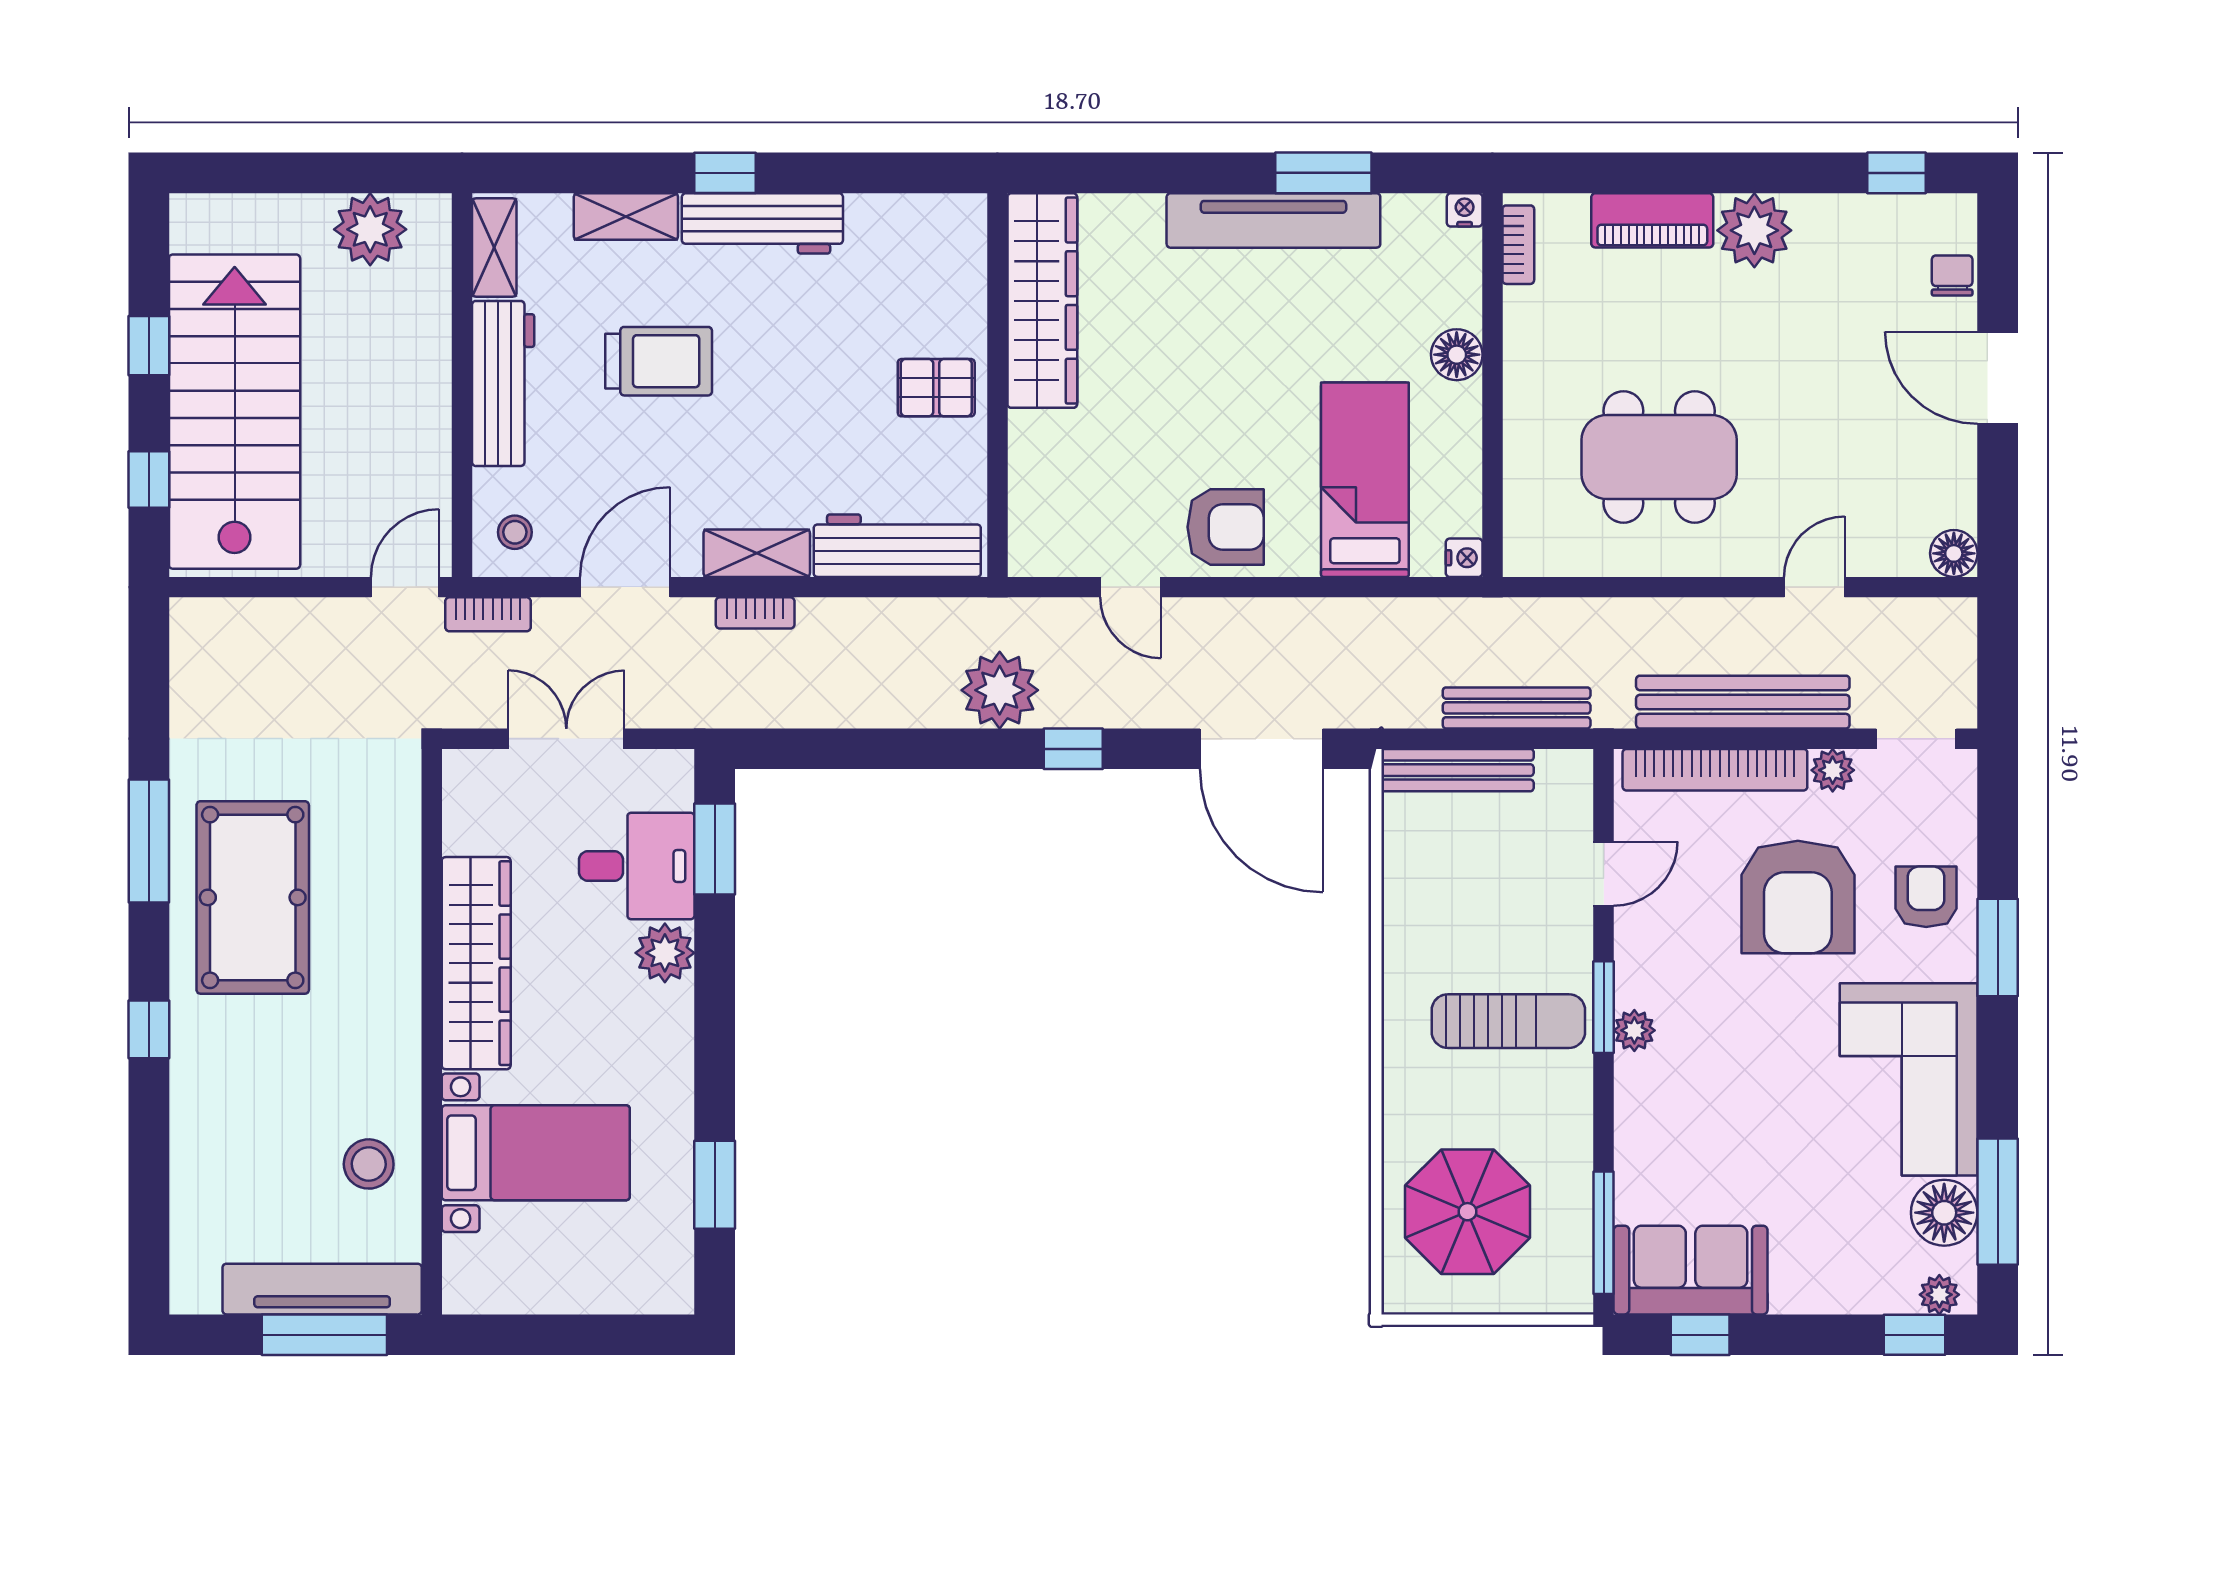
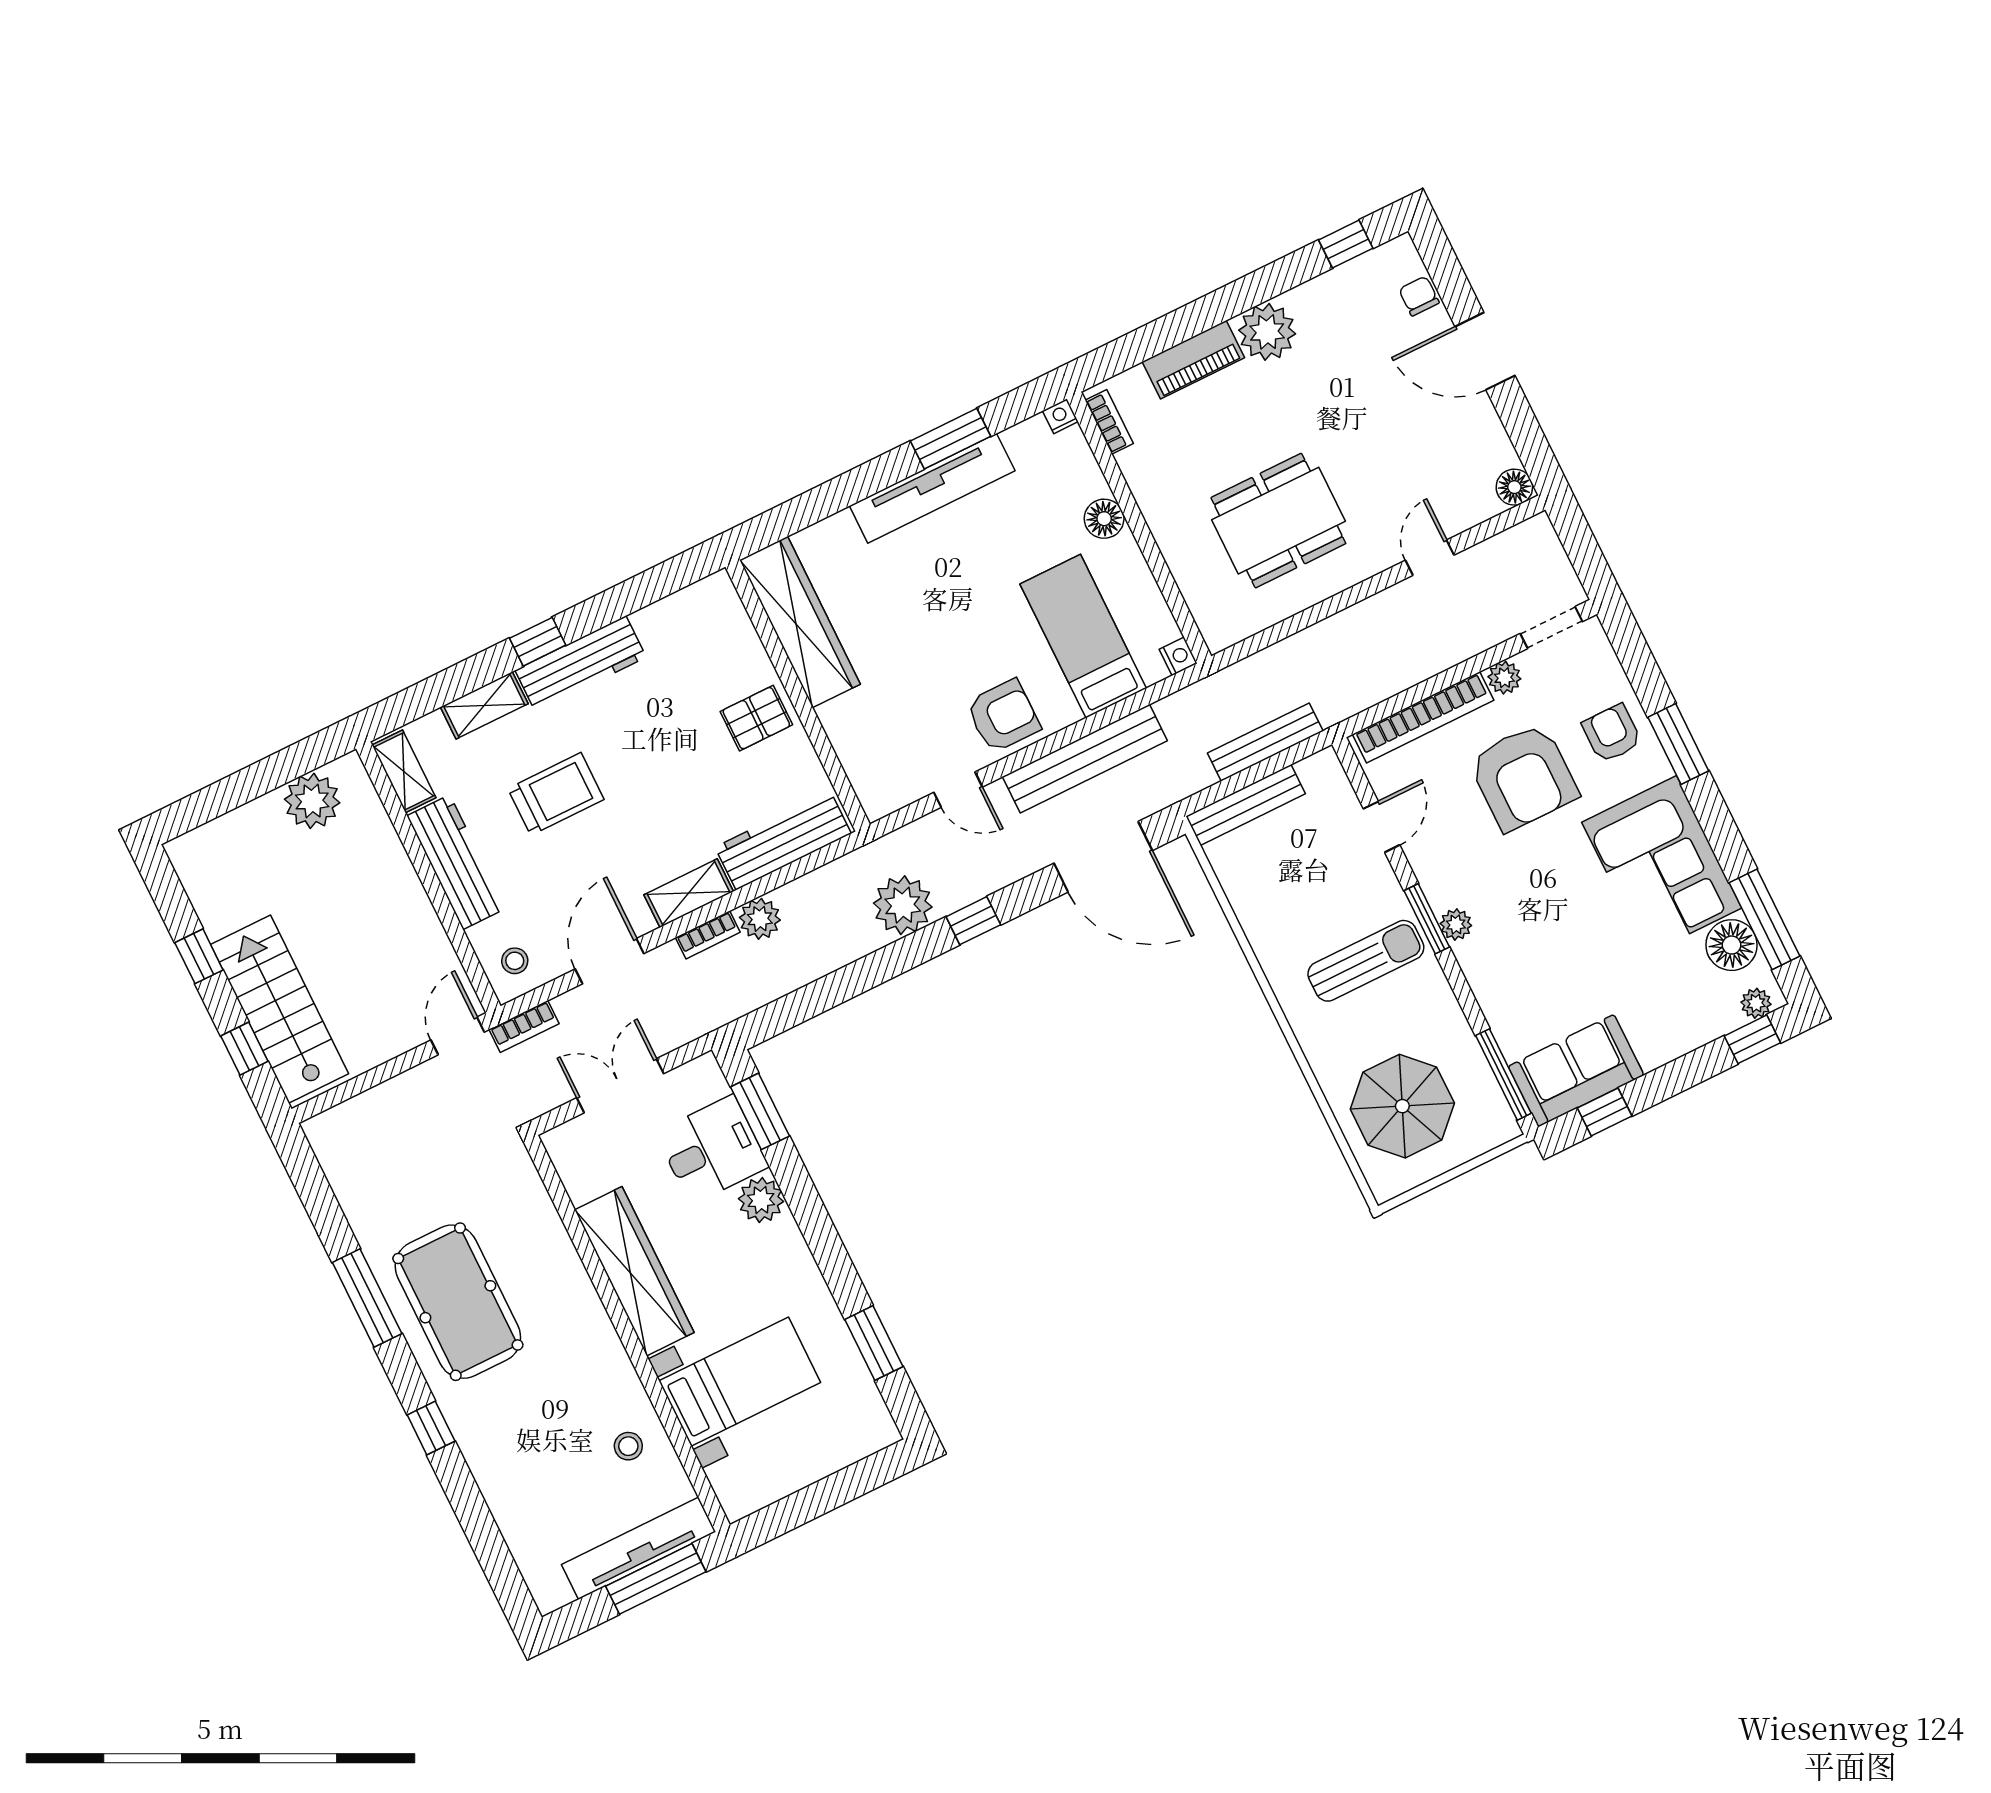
stairs: (235, 412) -> (280, 1009), width x0.73, depth x0.66
plant: (825, 624) -> (760, 919), added
bench: (1743, 702) -> (1085, 759), moved
stool: (369, 1164) -> (628, 1446), width x0.73, depth x0.73

